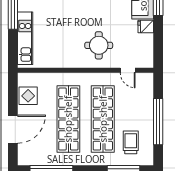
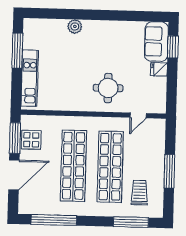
door: (128, 70) -> (138, 115), hinge flipped
window: (13, 95) -> (15, 138), added
window: (158, 122) -> (169, 171), width x0.68

